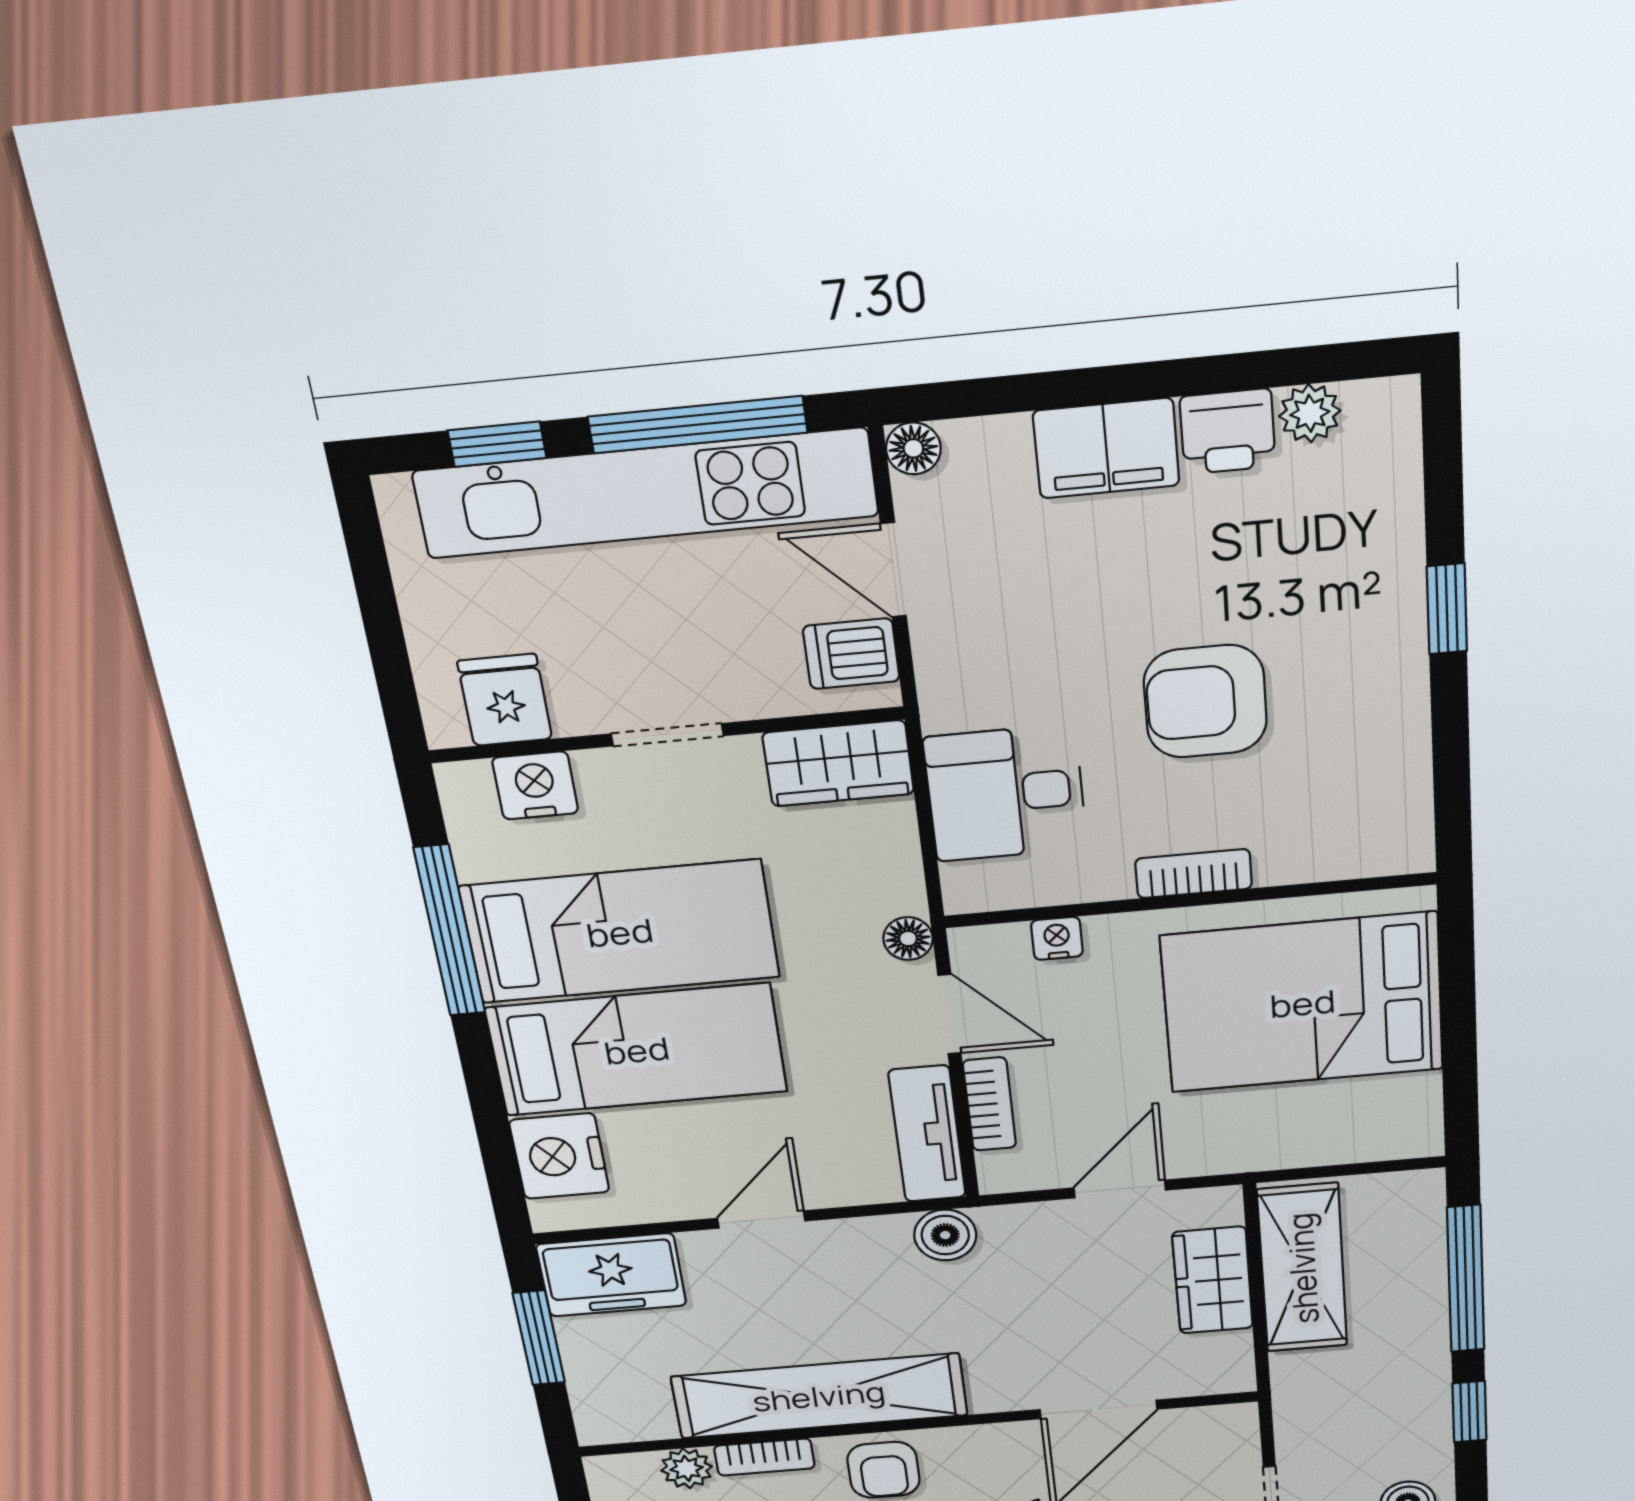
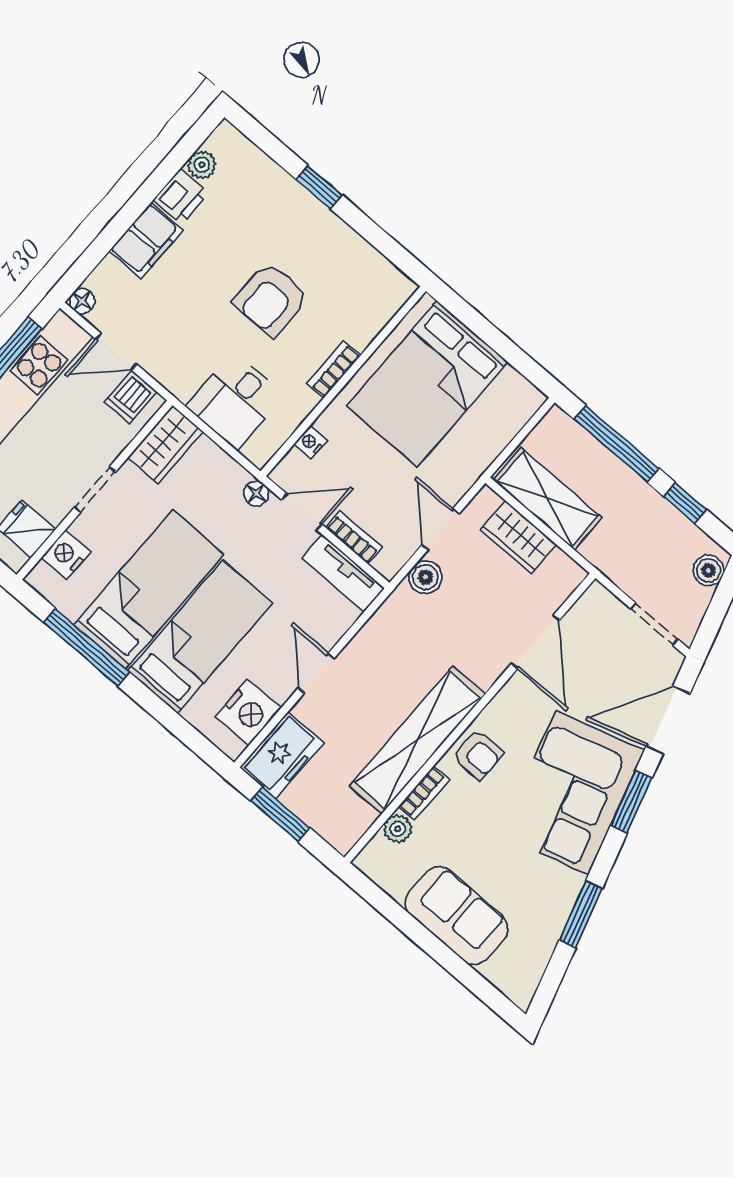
nightstand: (559, 1156) -> (248, 712), moved, turned -90
boiler: (945, 1235) -> (425, 577), moved

